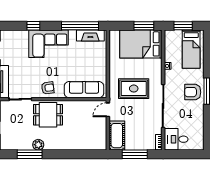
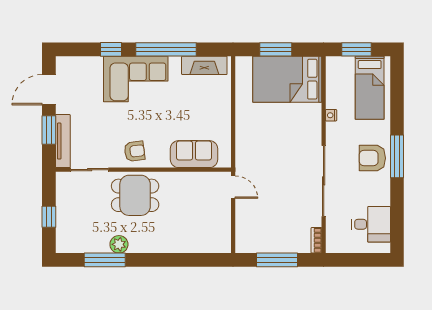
window: (80, 26) -> (166, 49), moved
window: (144, 26) -> (276, 49), moved
rug: (134, 89) -> (276, 152), removed
sofa: (84, 90) -> (194, 154), width x0.73
door: (108, 110) -> (233, 187), swing flipped
cot: (117, 136) -> (248, 229), removed
desk: (176, 139) -> (371, 224), moved, turned 180

